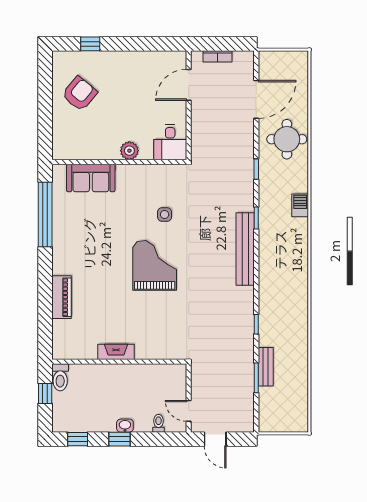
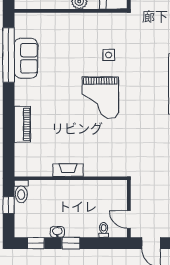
sofa: (91, 178) -> (26, 58), moved, turned -90
grand piano: (155, 265) -> (100, 98), turned 180
washbasin: (125, 426) -> (57, 232), moved

